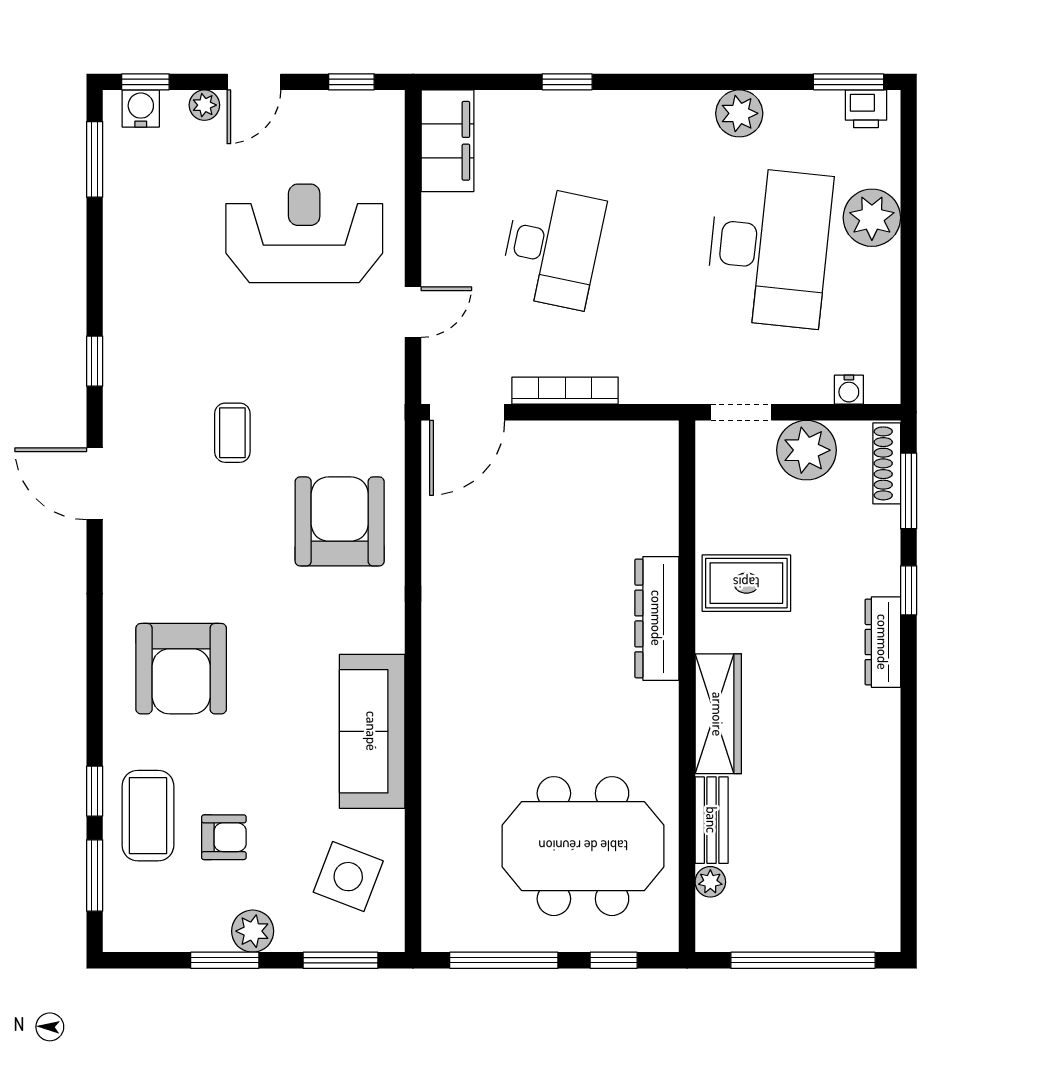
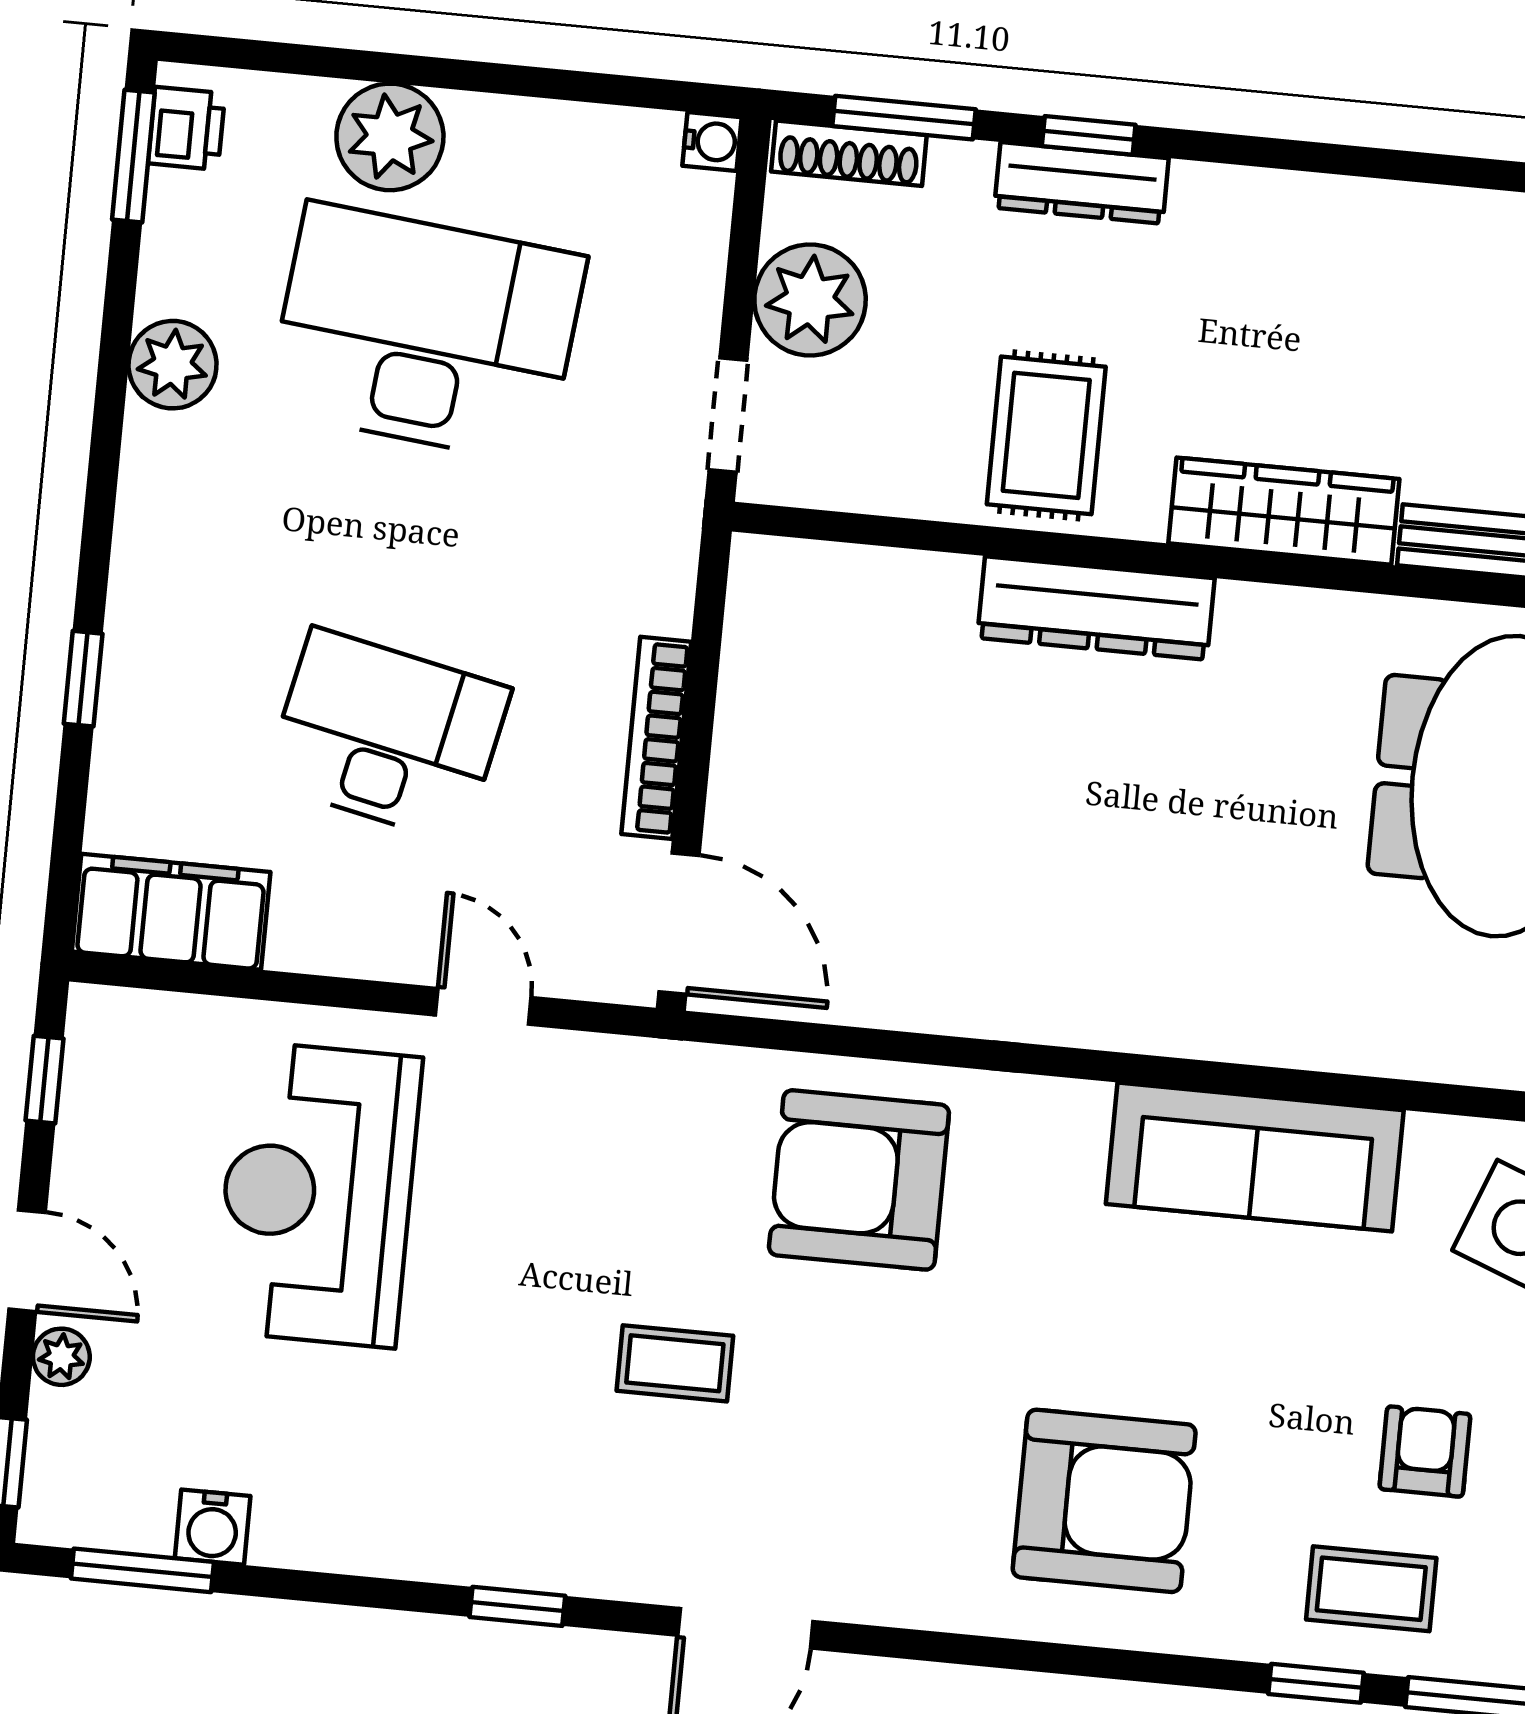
water cooler: (141, 108) -> (213, 1527), moved, turned -90
water cooler: (849, 390) -> (712, 141), moved
dresser: (883, 642) -> (1081, 183), moved
coffee table: (148, 816) -> (1371, 1589), width x0.73, depth x0.77

